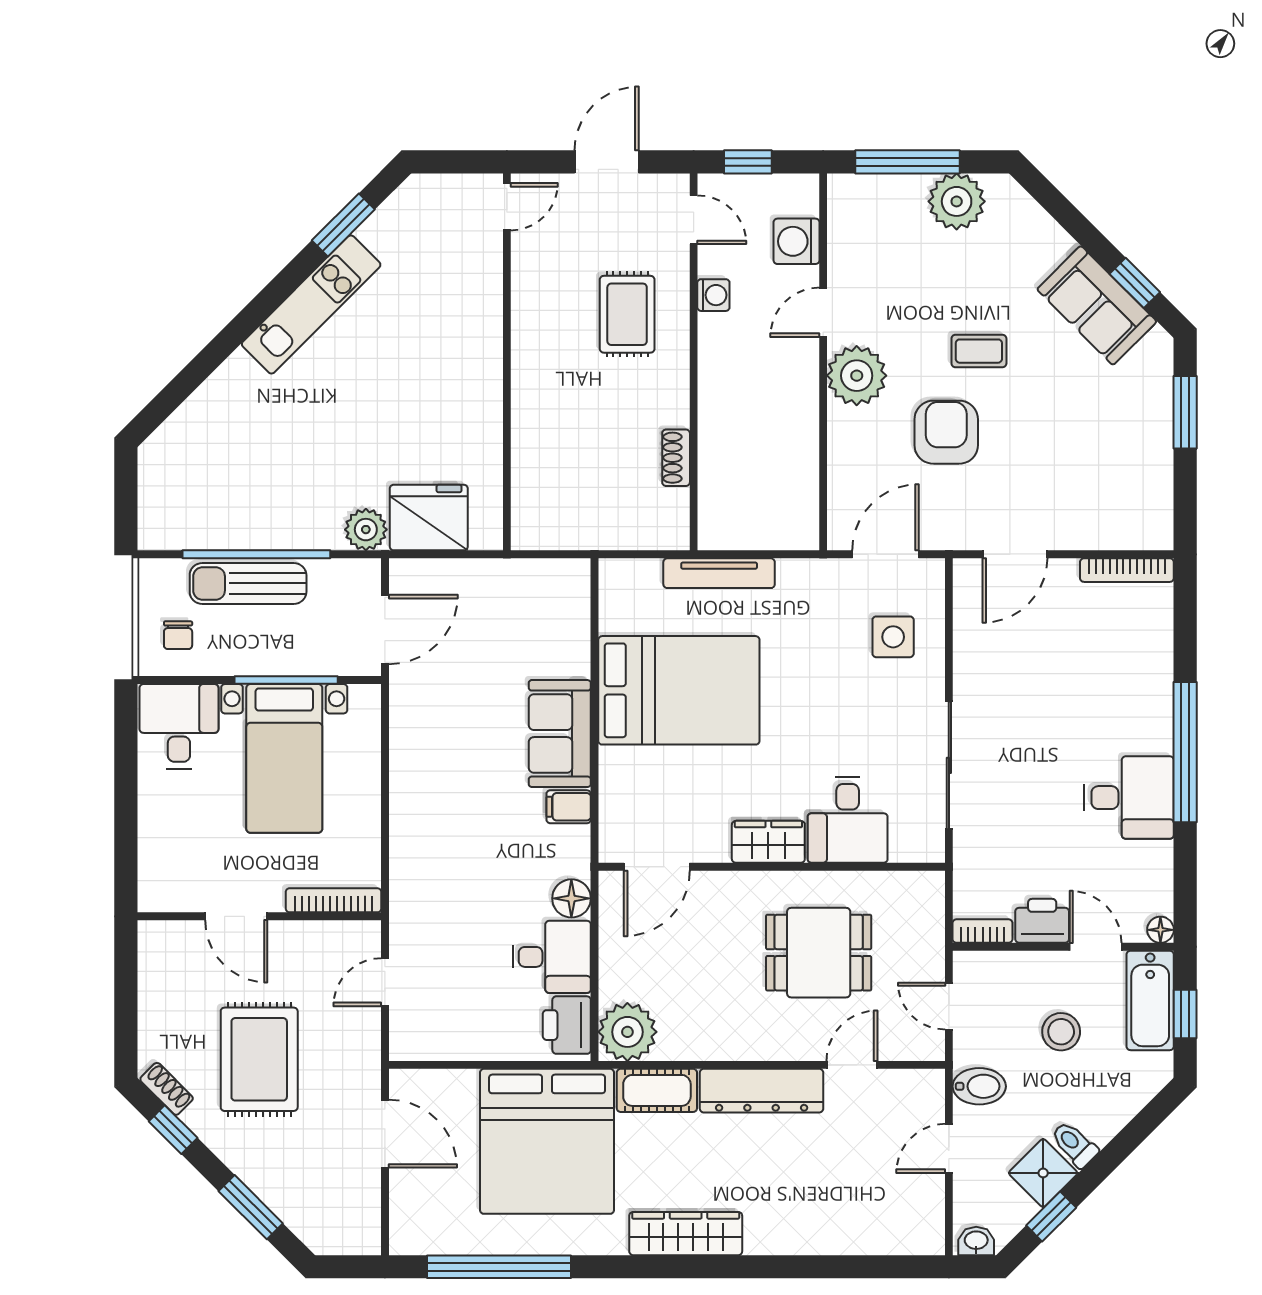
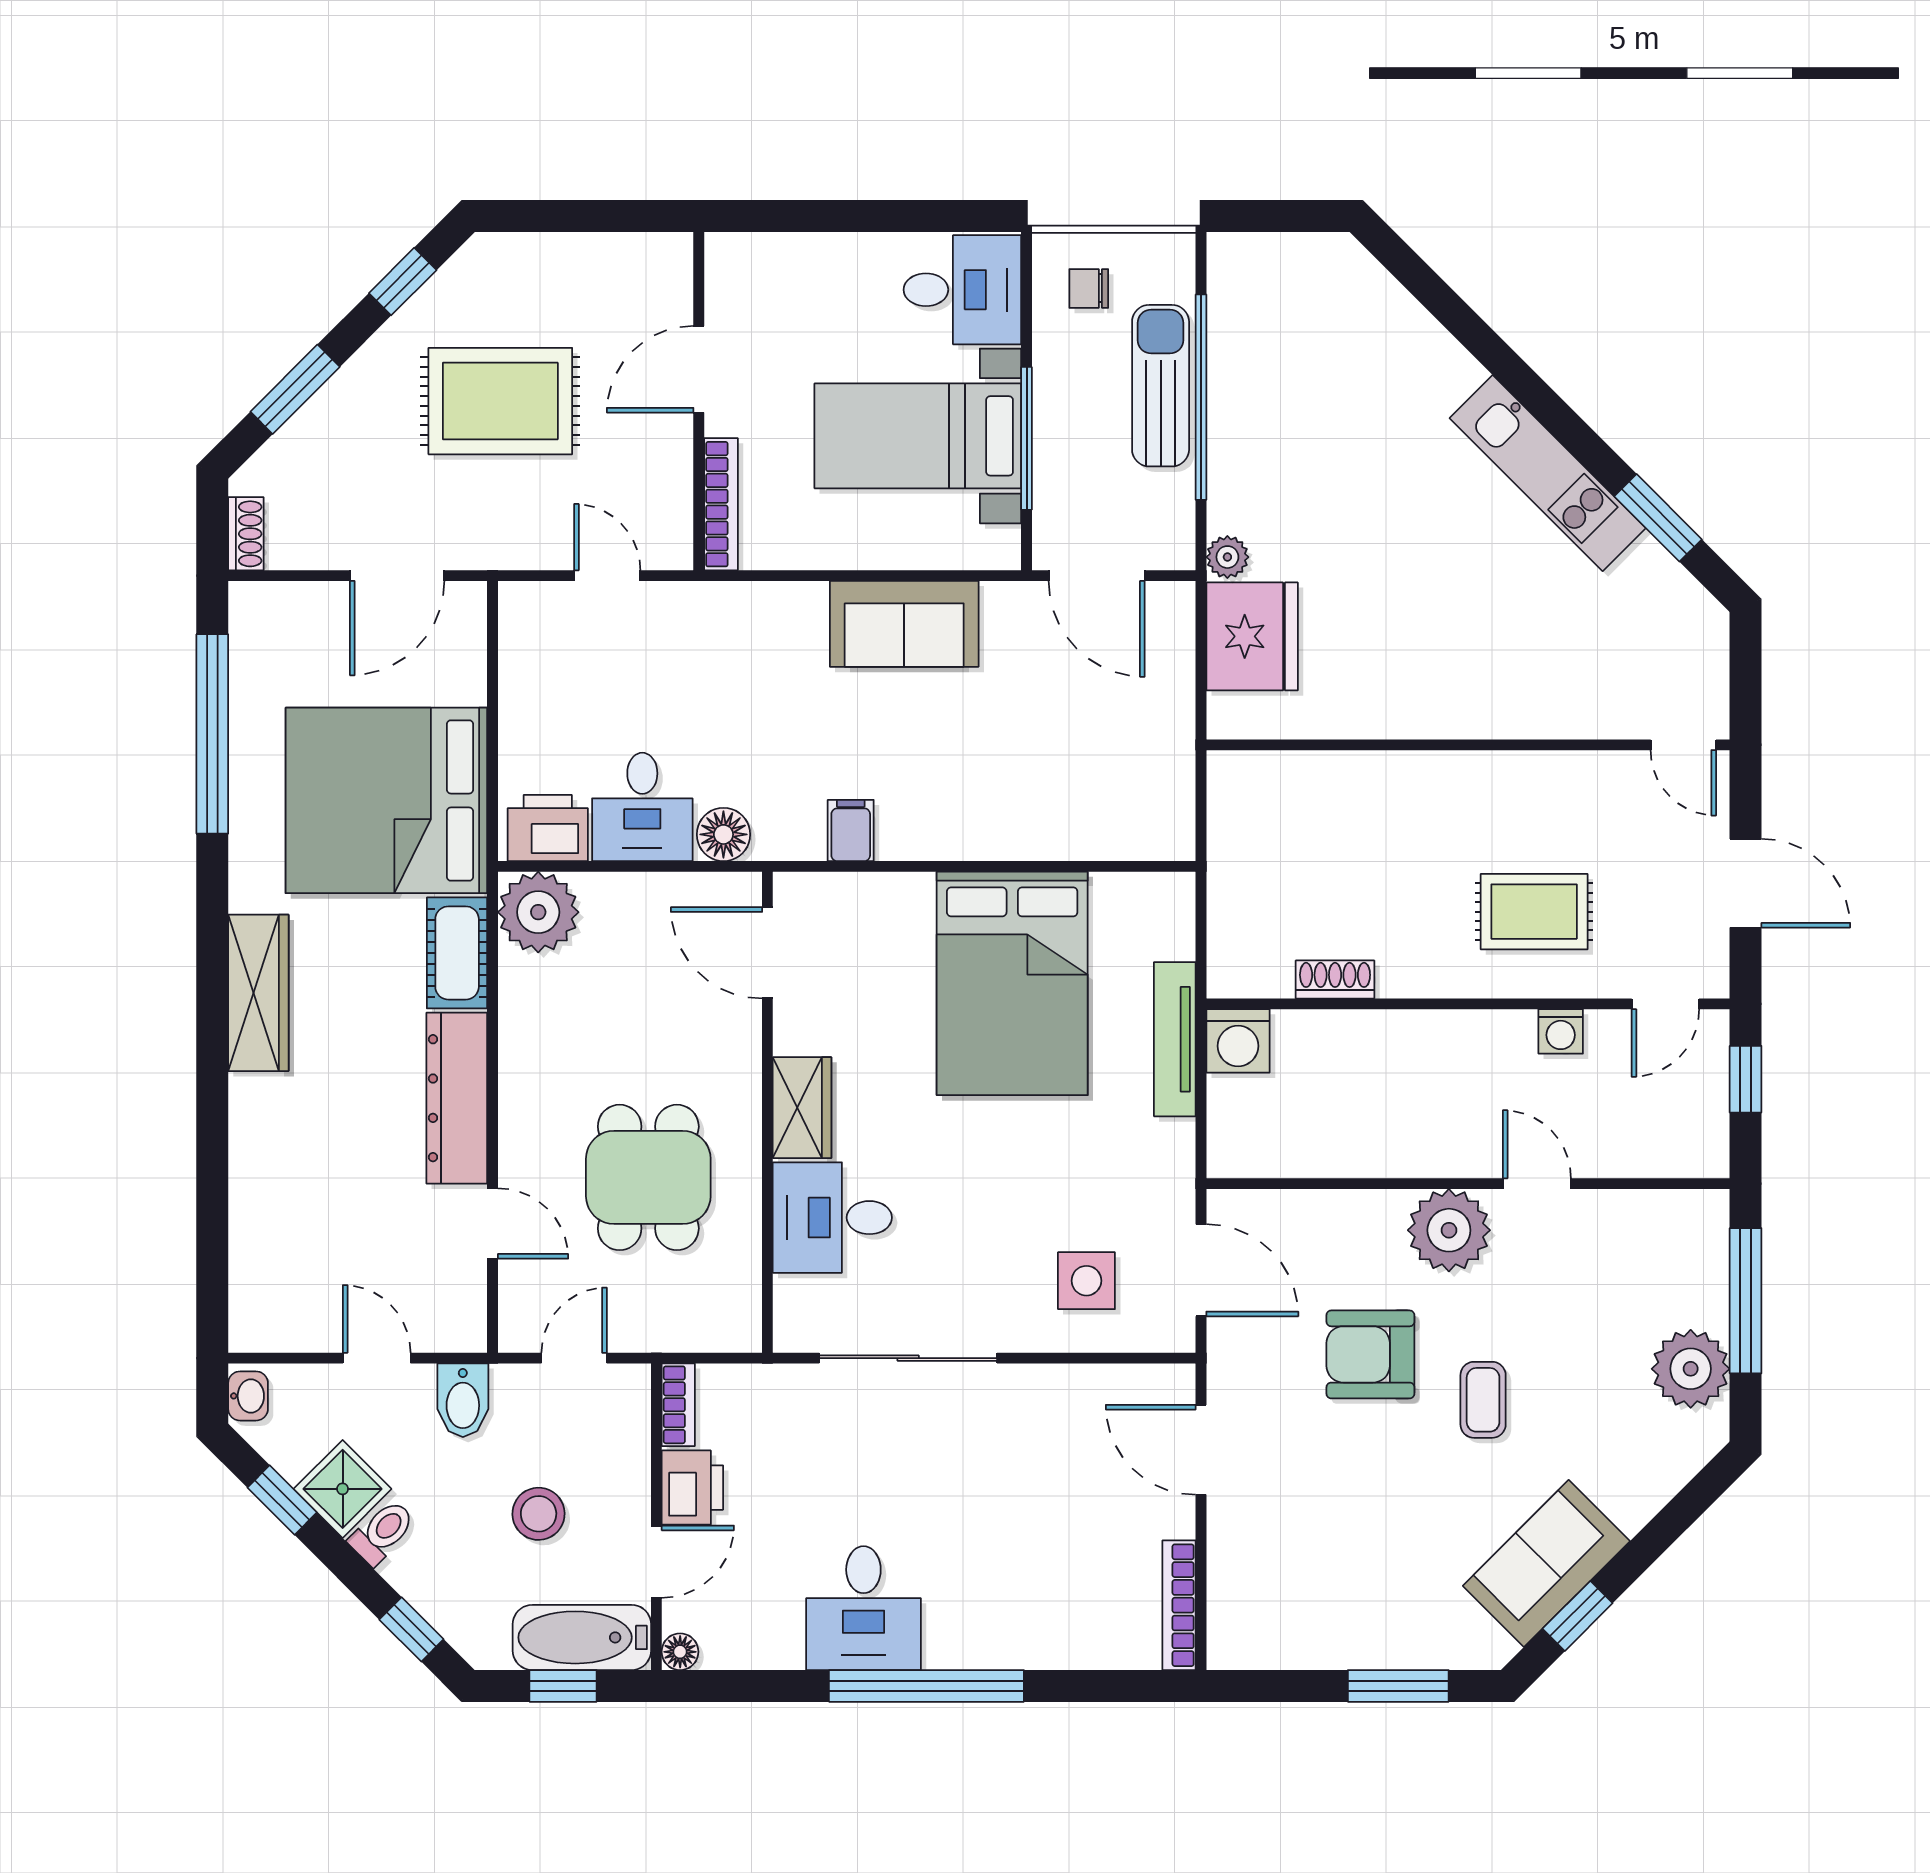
washing machine: (796, 241) -> (1238, 1041), moved, turned 180
armchair: (946, 432) -> (1370, 1354), turned 180
plant: (366, 530) -> (1227, 557), width x0.73, depth x0.73
sofa: (560, 734) -> (904, 624), moved, turned 180
shoe rack: (167, 1089) -> (246, 534), moved, turned -45
window: (1144, 1123) -> (411, 1629), added

